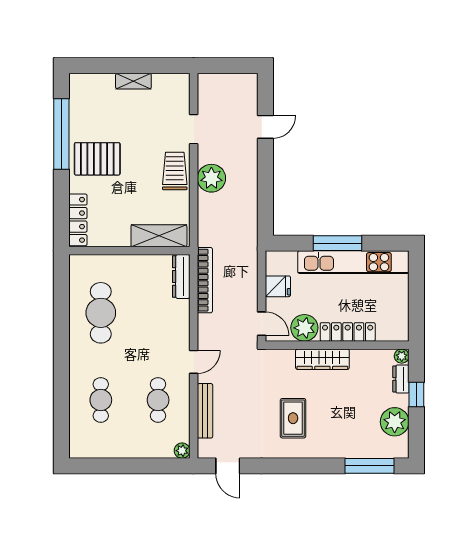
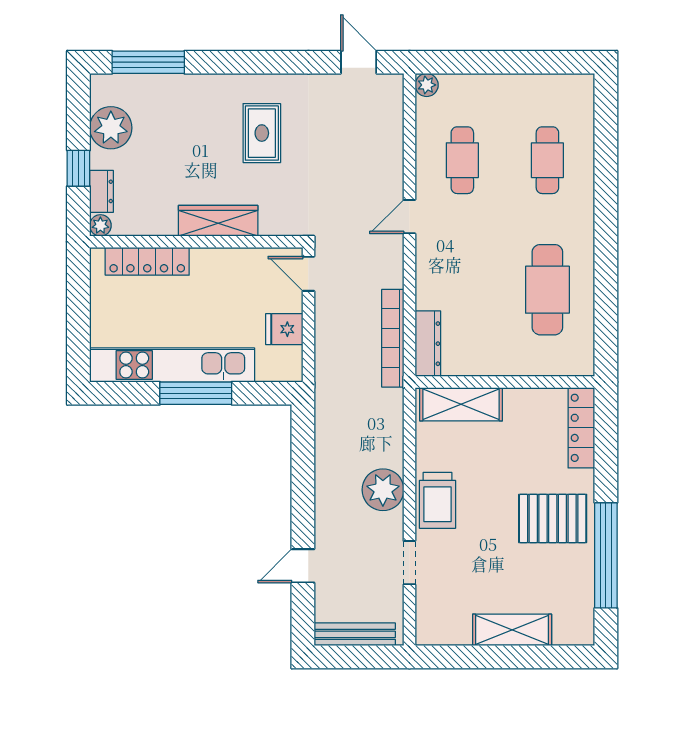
shelving: (133, 81) -> (512, 630), width x1.50, depth x1.33
plant: (304, 328) -> (245, 267), removed
locker: (348, 332) -> (147, 261), moved
bench: (205, 411) -> (355, 634), moved, turned 90

